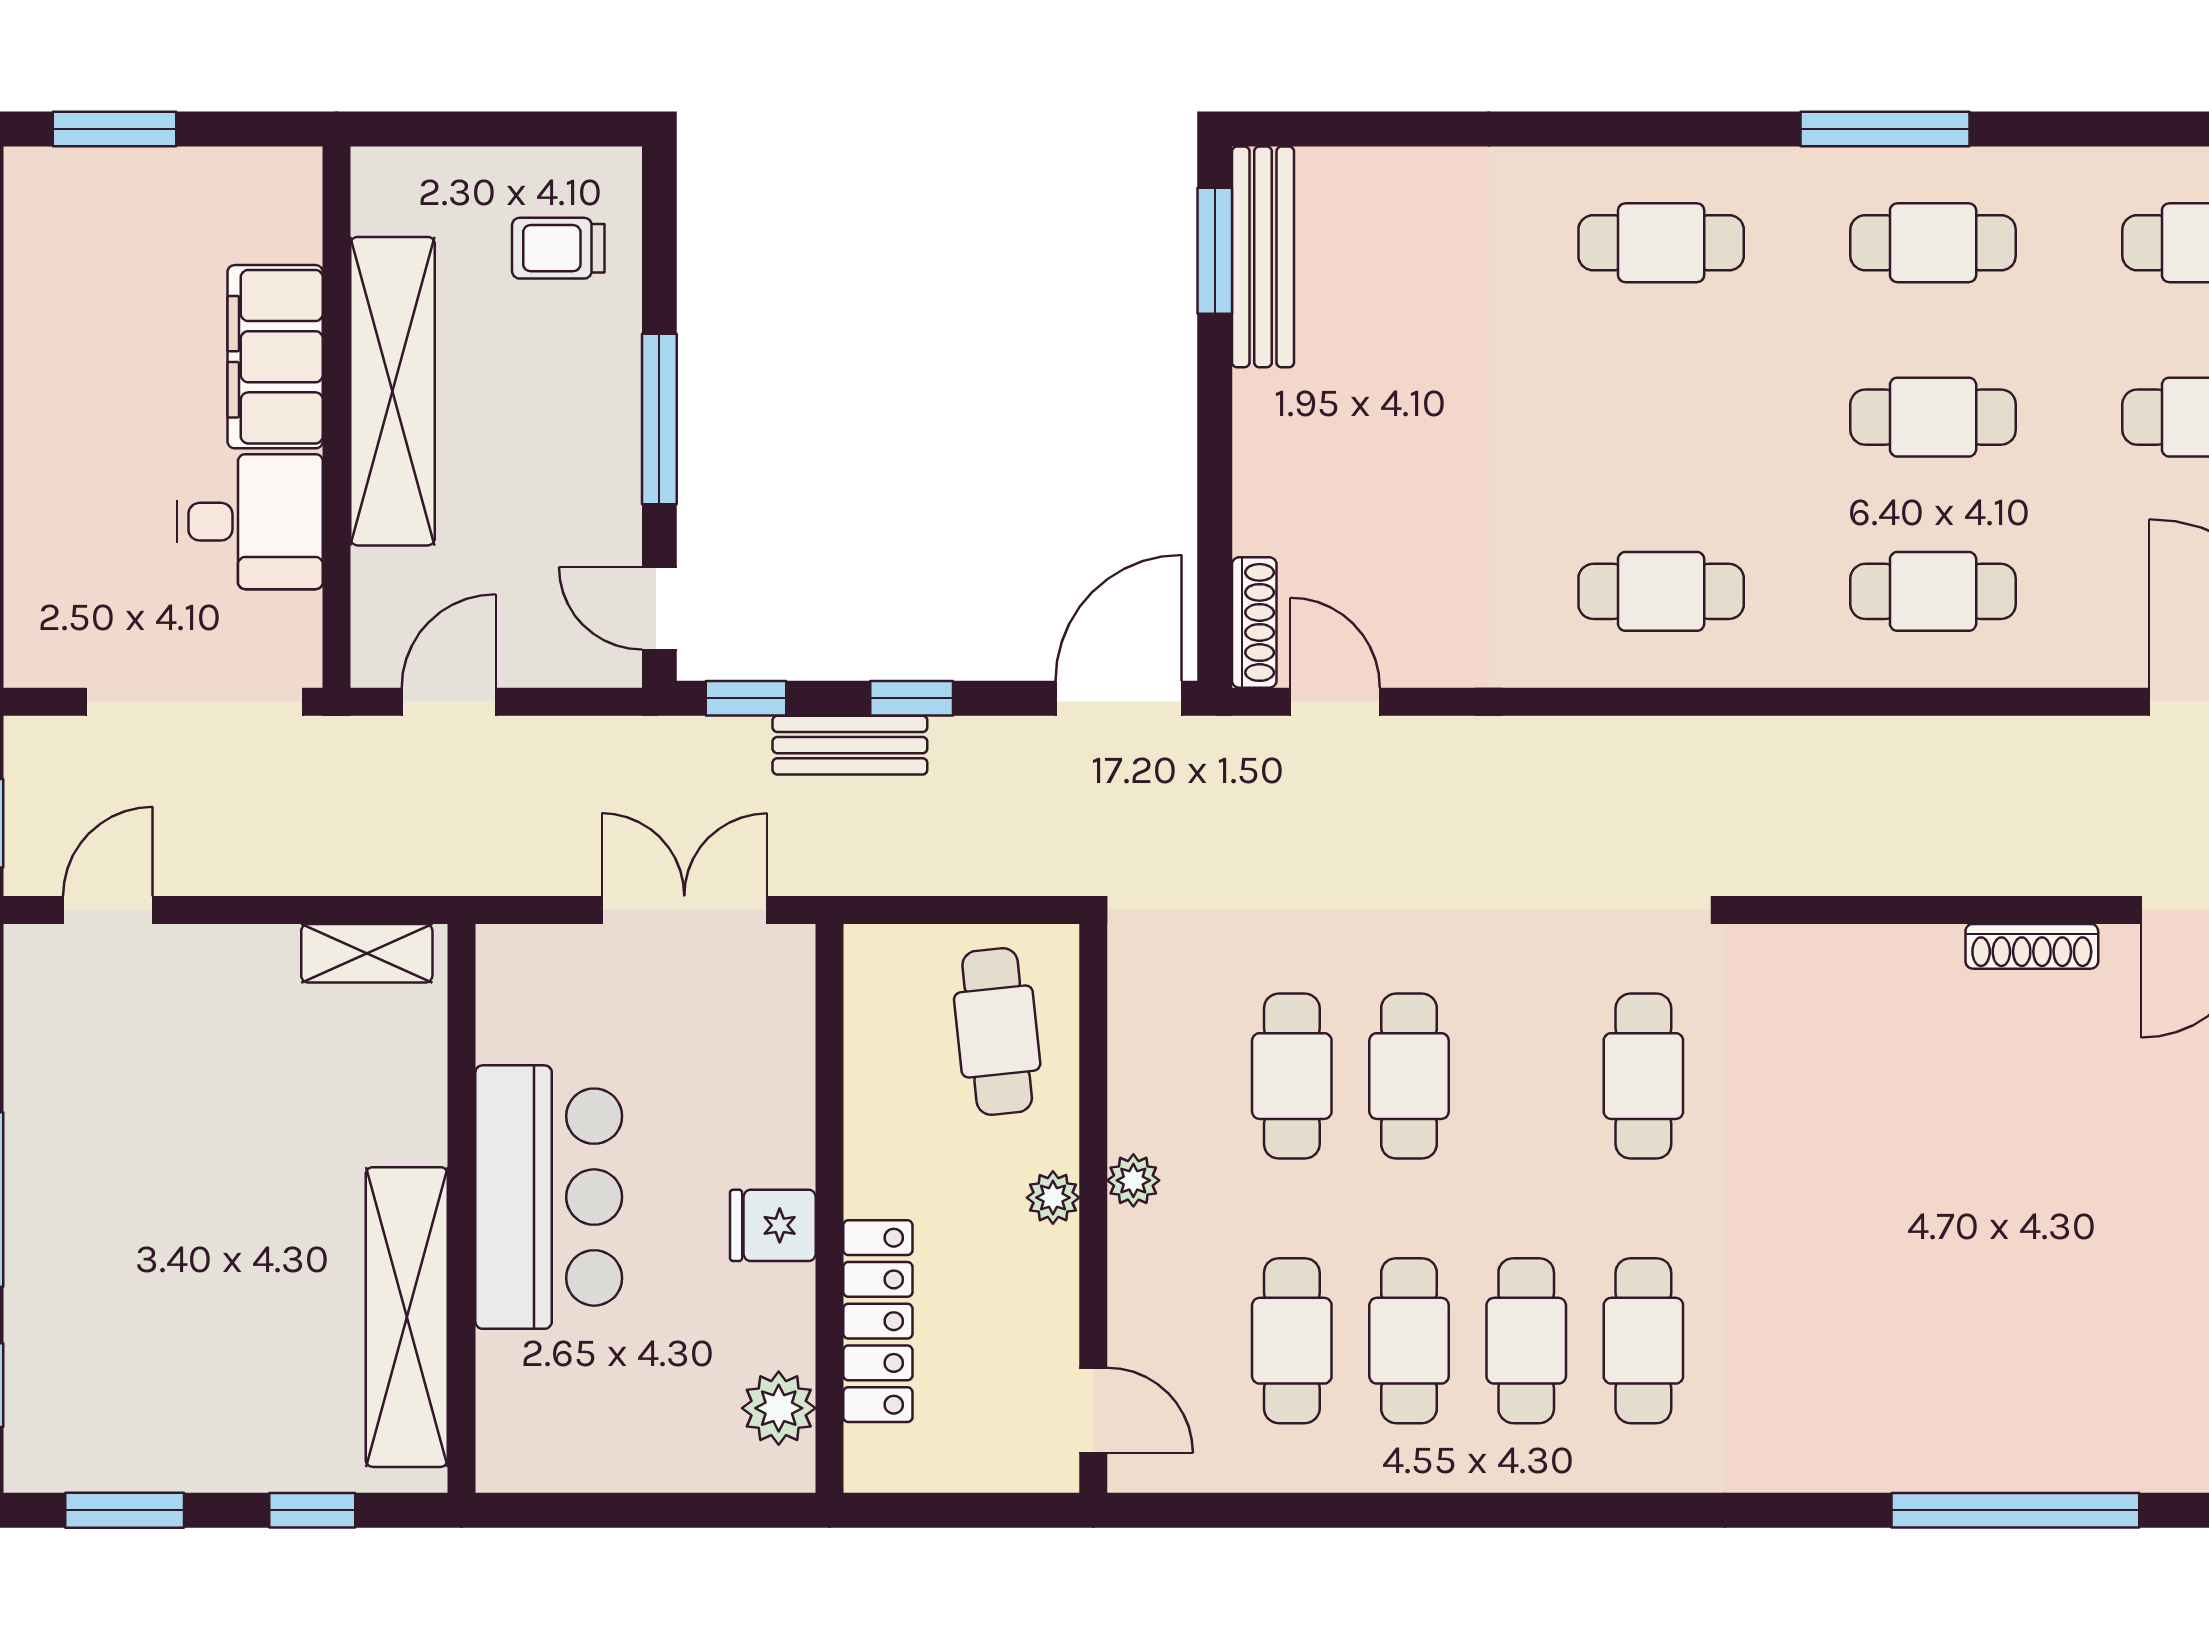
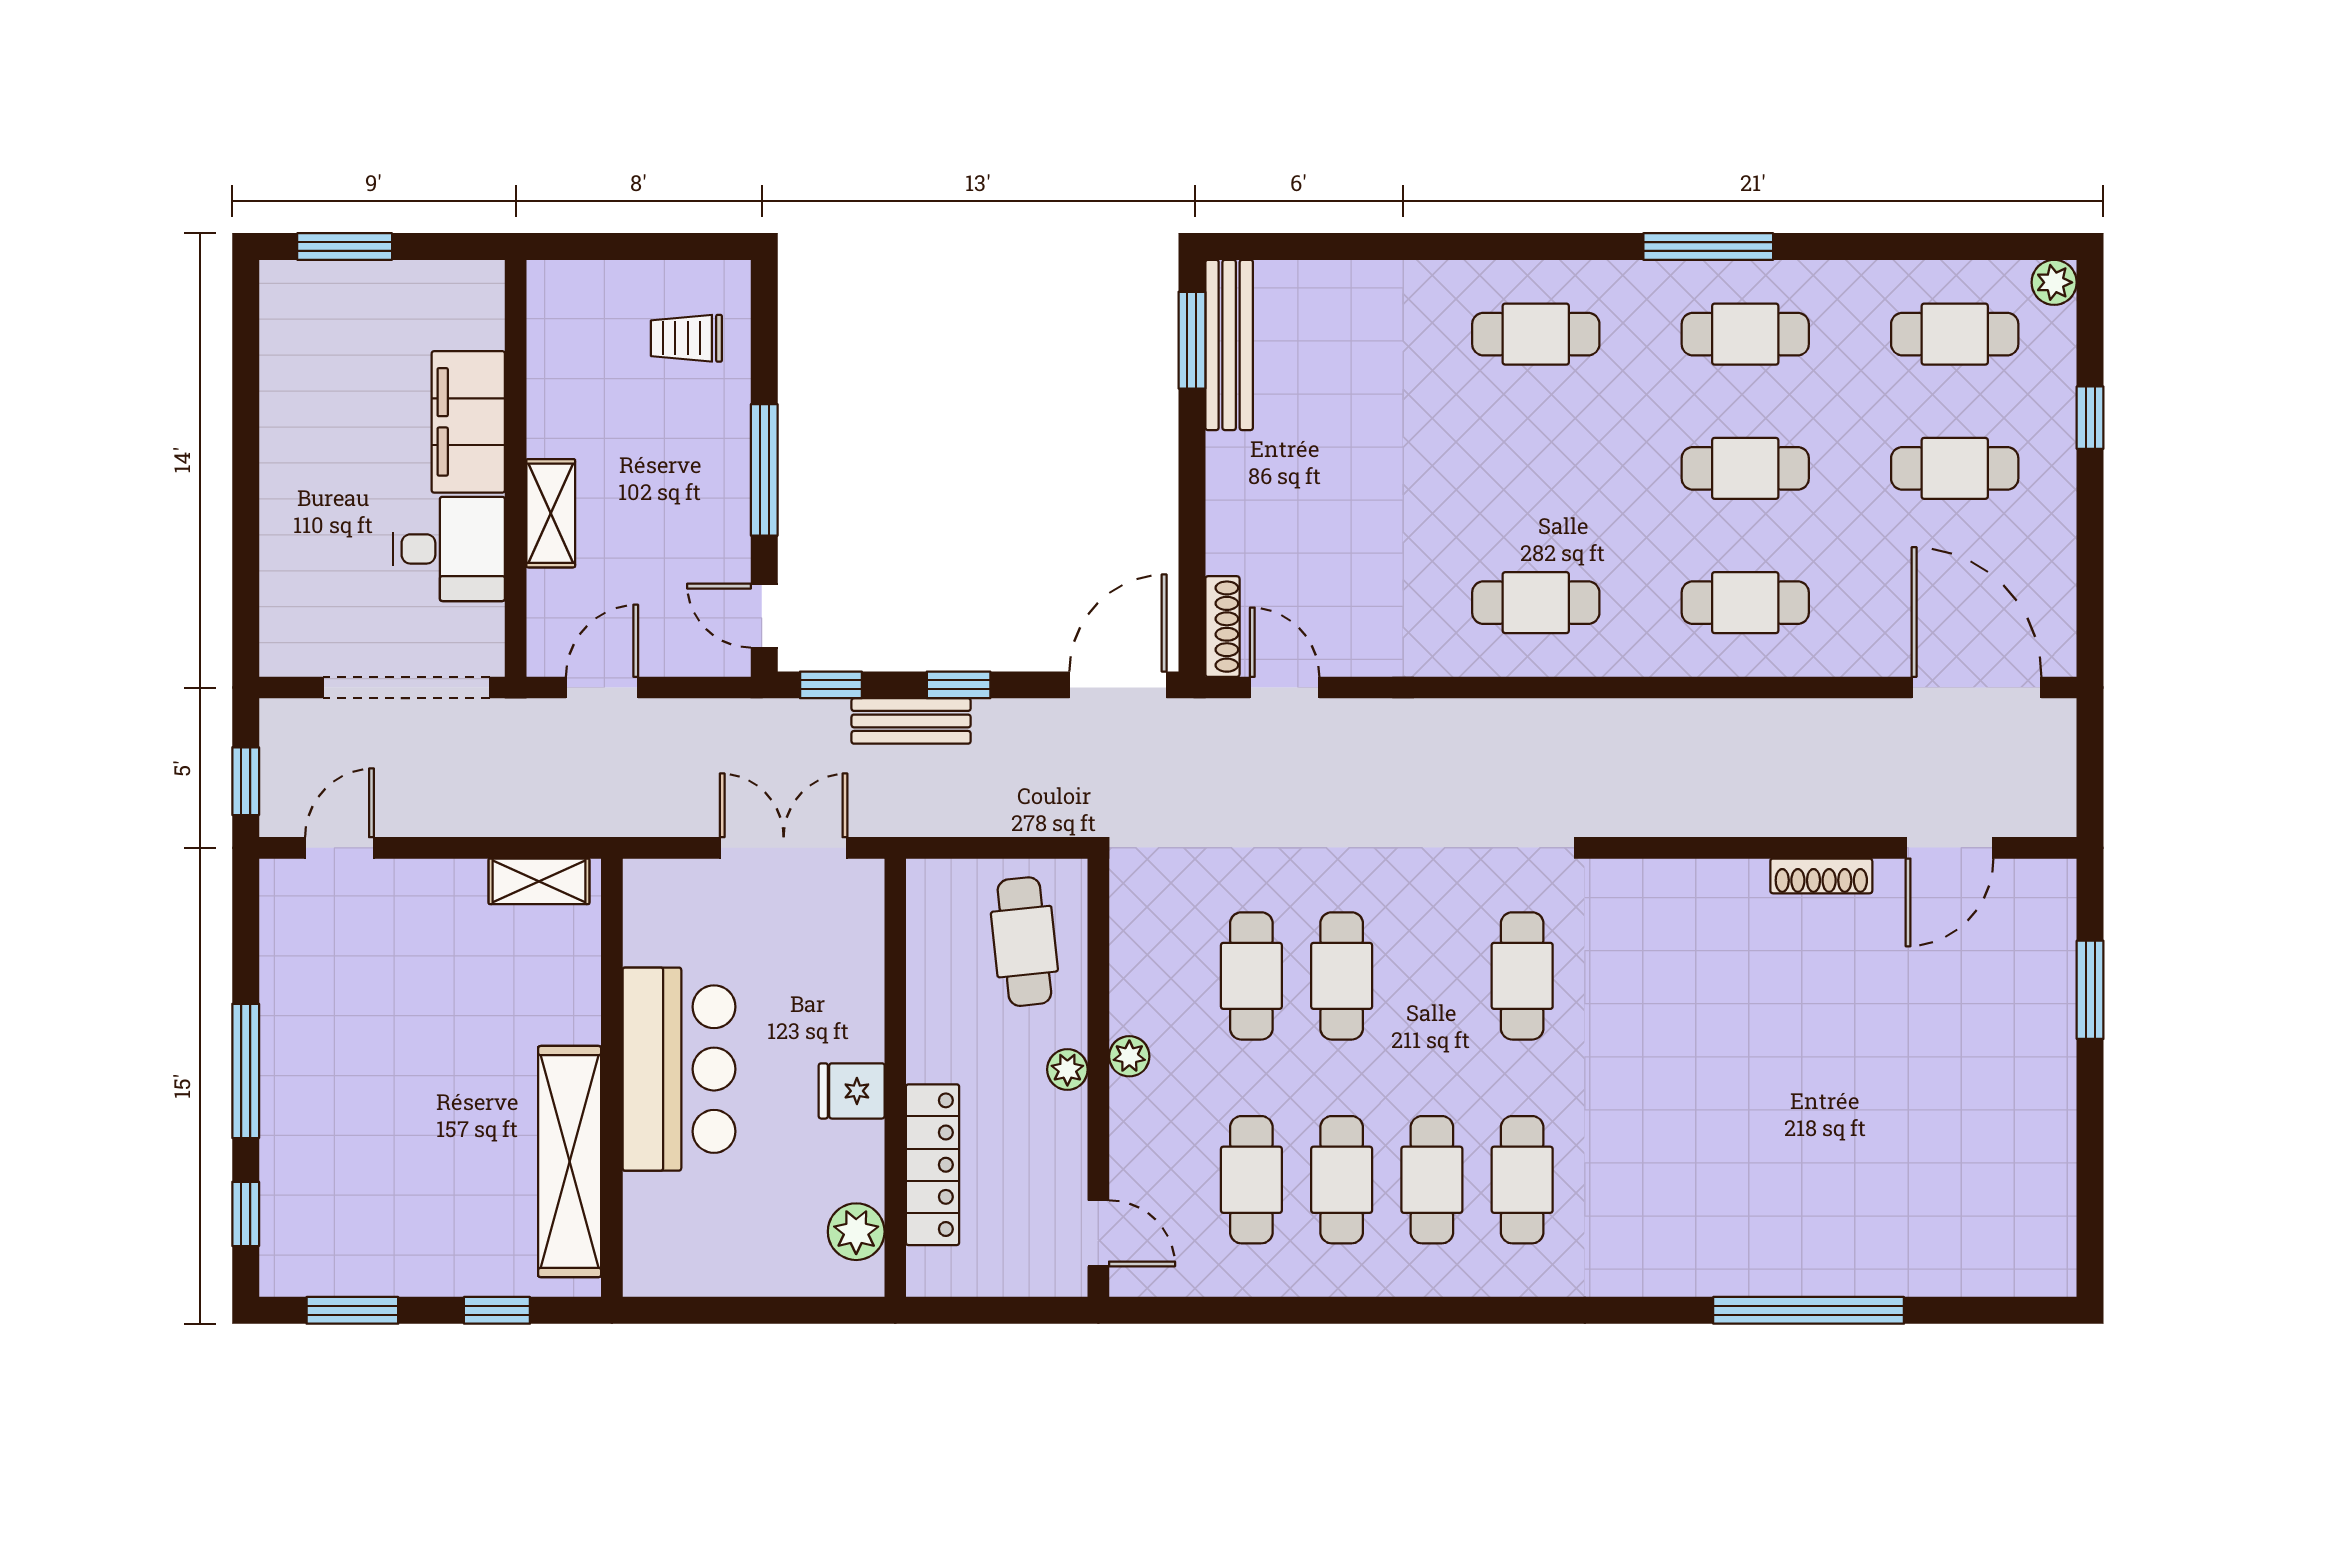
shelving: (393, 391) -> (551, 513), width x0.45, depth x0.75

